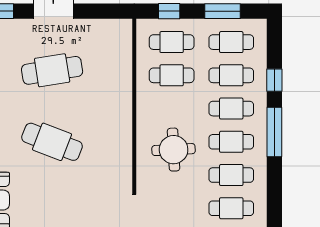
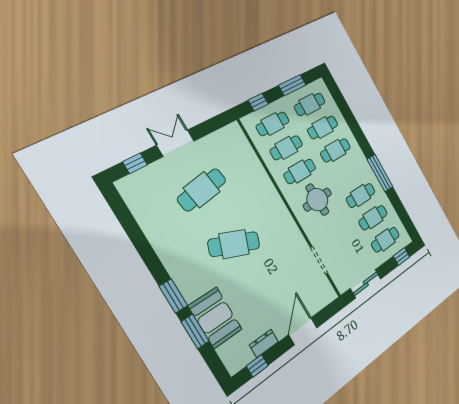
window: (274, 80) -> (349, 117), removed
window: (274, 132) -> (380, 173), moved
cafe table: (231, 142) -> (300, 171), moved

